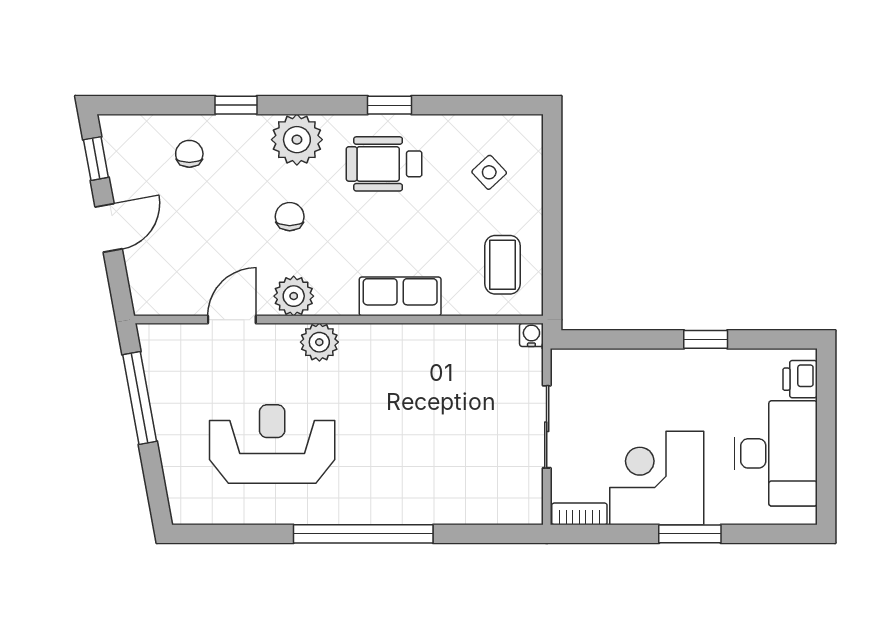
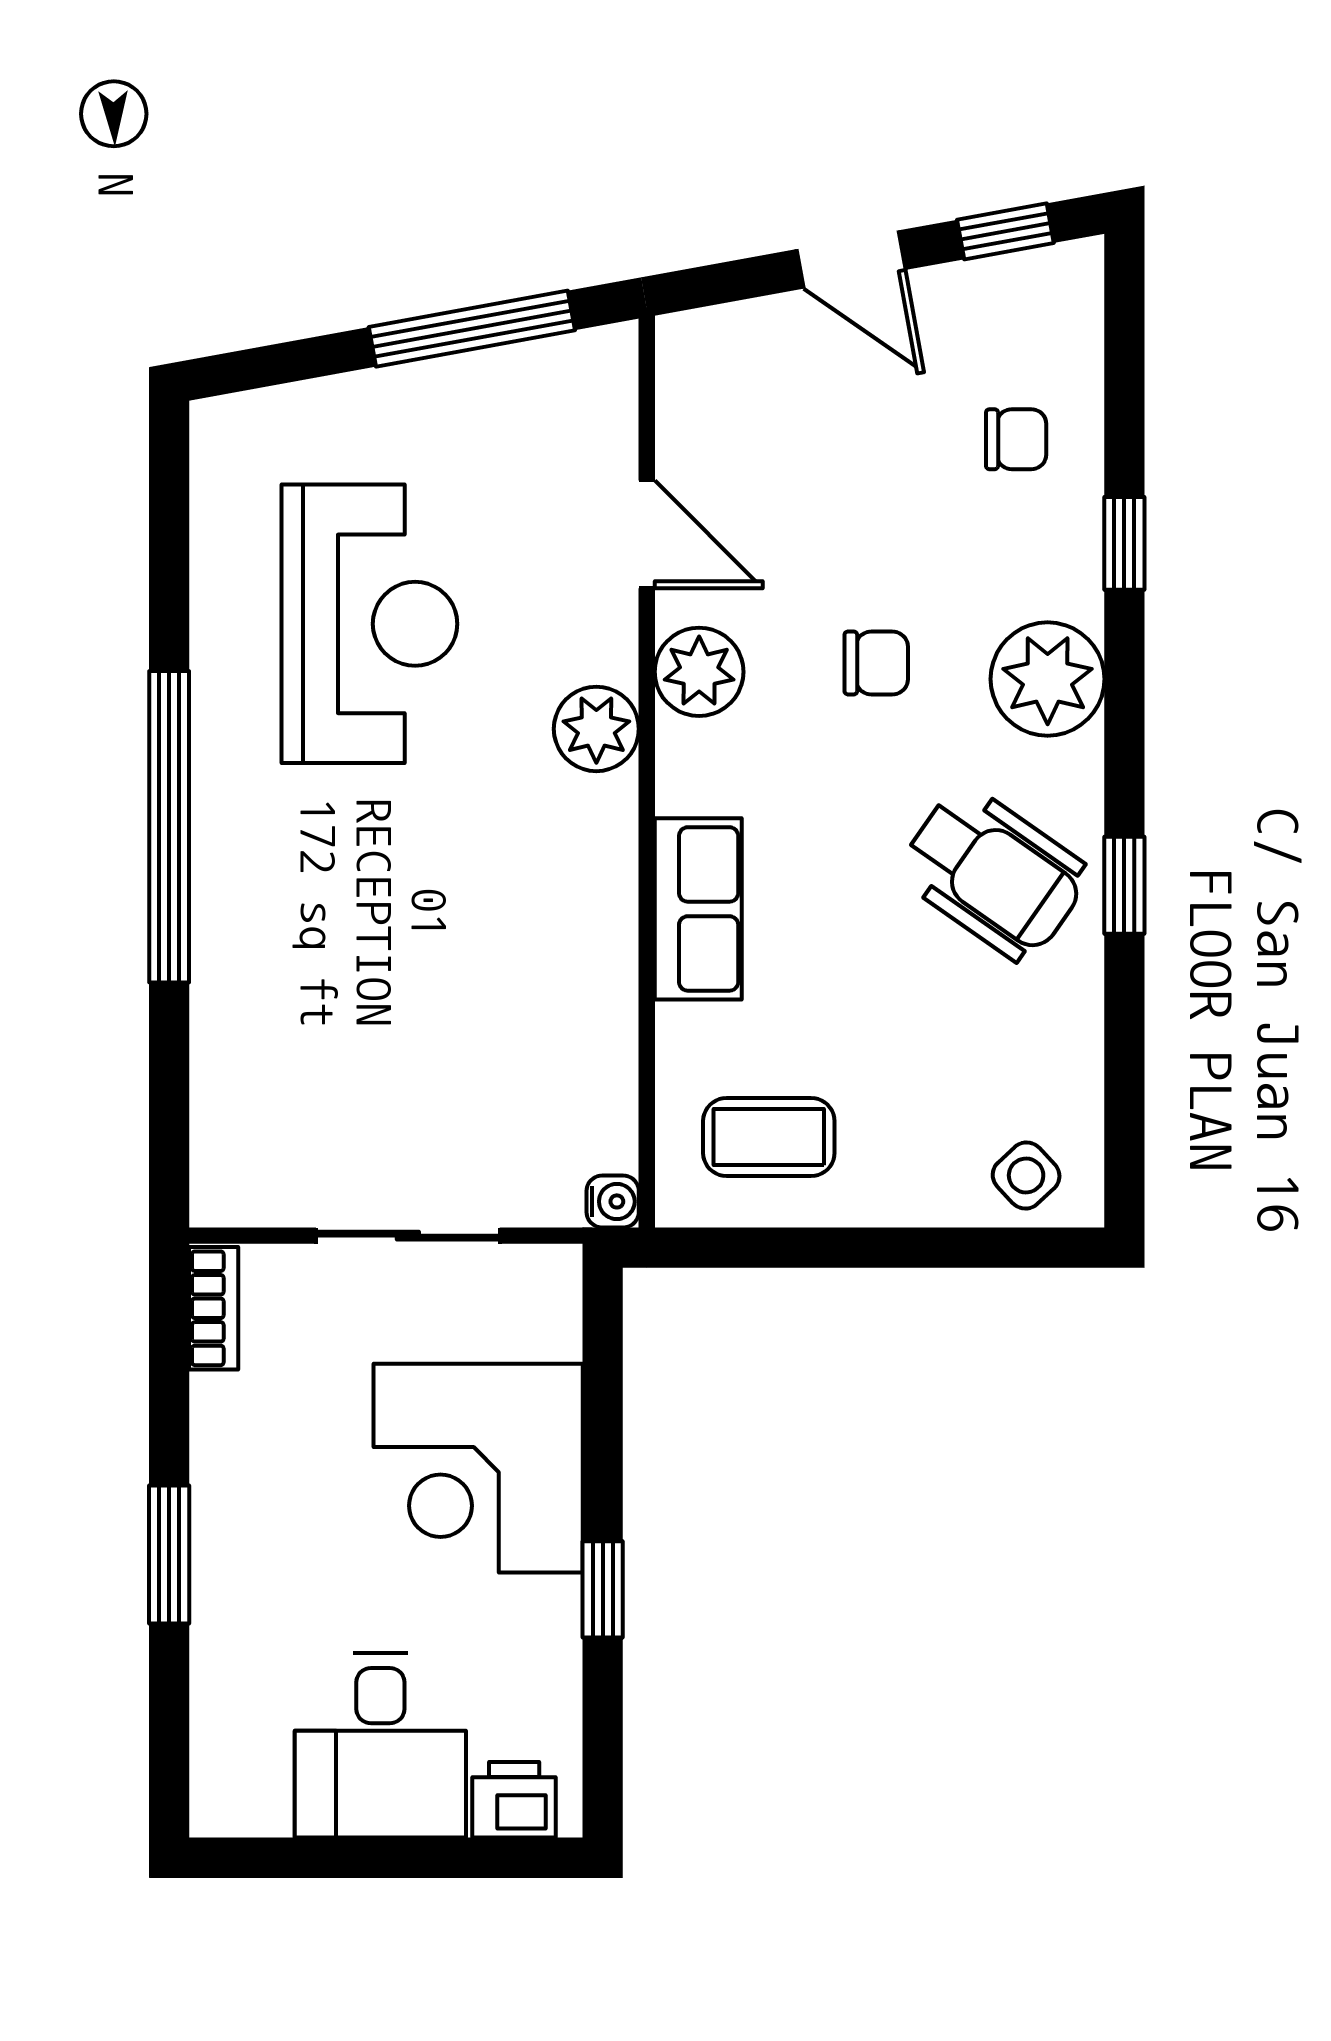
wheelchair: (384, 164) -> (993, 873), turned 125
side table: (489, 172) -> (1026, 1175), moved
desk: (776, 453) -> (380, 1745), width x0.73
corner desk: (657, 478) -> (478, 1468), moved, turned 180

